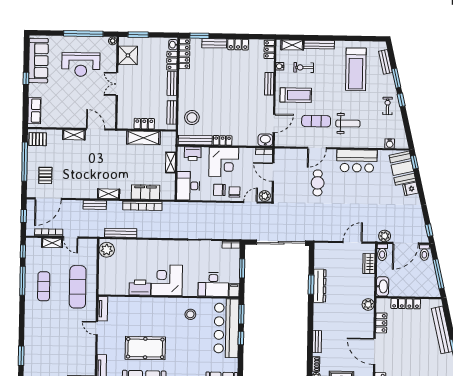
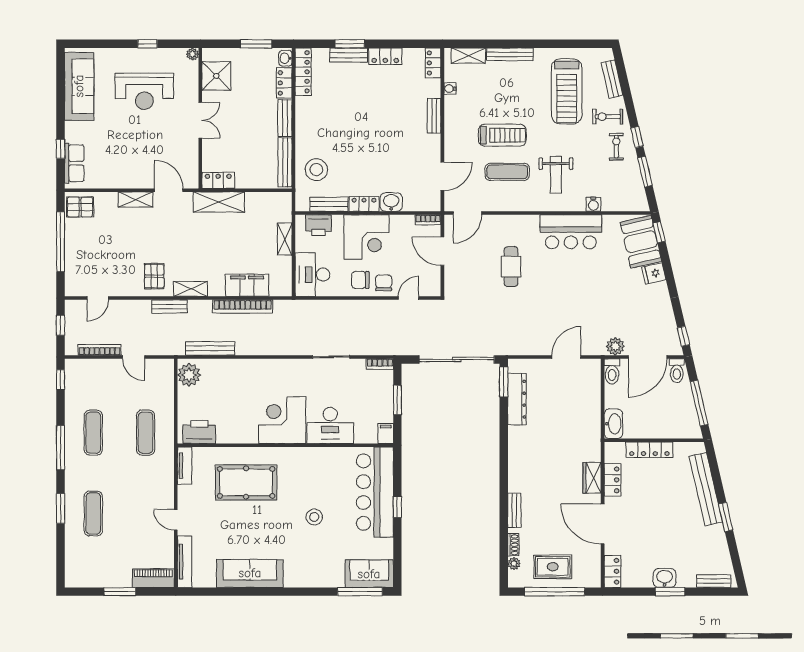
window: (83, 34) -> (147, 44), width x0.32
window: (138, 35) -> (256, 44), moved
window: (199, 36) -> (350, 44), moved
exercise bike: (304, 67) -> (608, 117), moved
window: (26, 78) -> (61, 149), moved
window: (396, 78) -> (645, 172), moved
double door: (117, 84) -> (200, 120), swing flipped
treadmill: (296, 95) -> (502, 135), moved
bench: (172, 112) -> (285, 162), width x1.36
locker: (144, 124) -> (218, 180), moved
weight bench: (348, 124) -> (556, 175), turned 90
shelving: (143, 138) -> (219, 202), moved
bench: (195, 140) -> (329, 204), width x0.73
washbasin: (265, 140) -> (391, 202), moved
water cooler: (390, 144) -> (593, 204), moved
door: (317, 148) -> (467, 213), moved
pallet: (45, 175) -> (154, 276), moved
plant: (265, 196) -> (430, 288), removed
door: (48, 199) -> (98, 298), width x0.53
shelving: (52, 243) -> (105, 366), removed
wardrobe: (369, 264) -> (592, 478), moved
window: (22, 281) -> (61, 448), moved
desk: (213, 285) -> (330, 425), moved
window: (311, 285) -> (504, 382), moved
dresser: (320, 286) -> (517, 399), moved
exercise mat: (78, 287) -> (146, 433), width x0.73, depth x0.69
printer: (140, 287) -> (199, 432), moved
plant: (368, 304) -> (592, 452), removed
stool: (190, 314) -> (314, 517), moved
window: (241, 314) -> (397, 470), removed
door: (97, 328) -> (176, 520), moved
exercise mat: (43, 339) -> (93, 513), added
pool table: (145, 348) -> (246, 482), moved
window: (21, 356) -> (61, 509), moved

